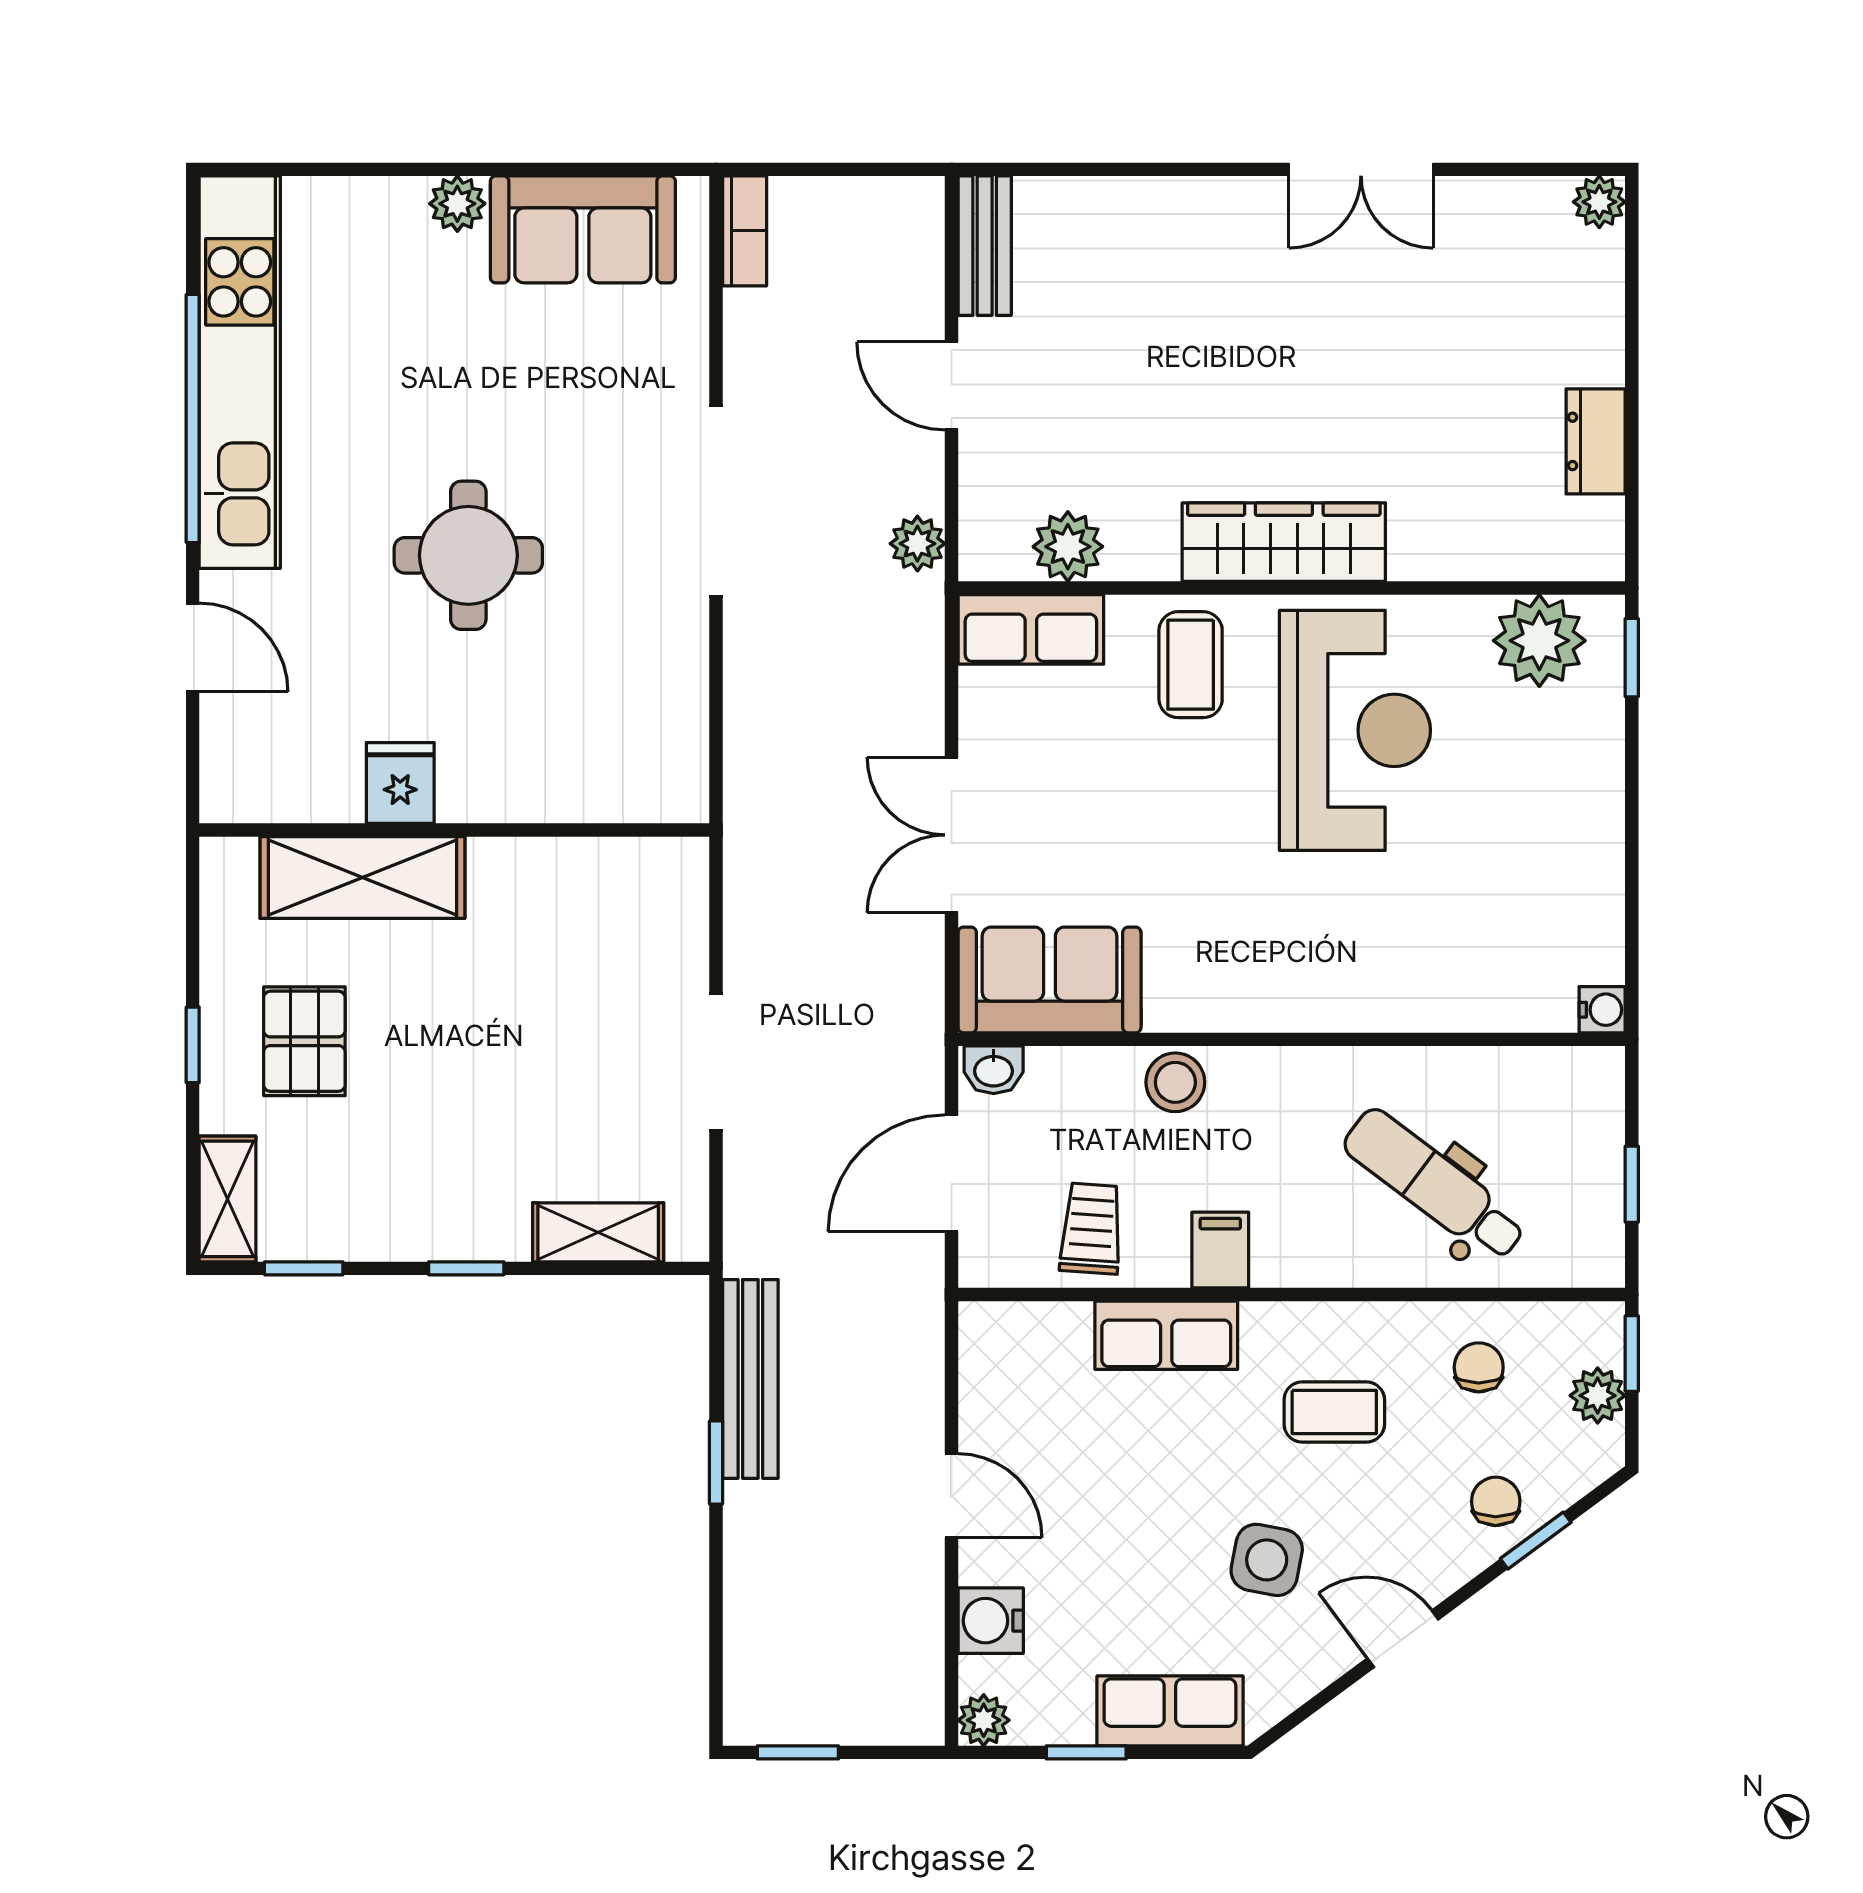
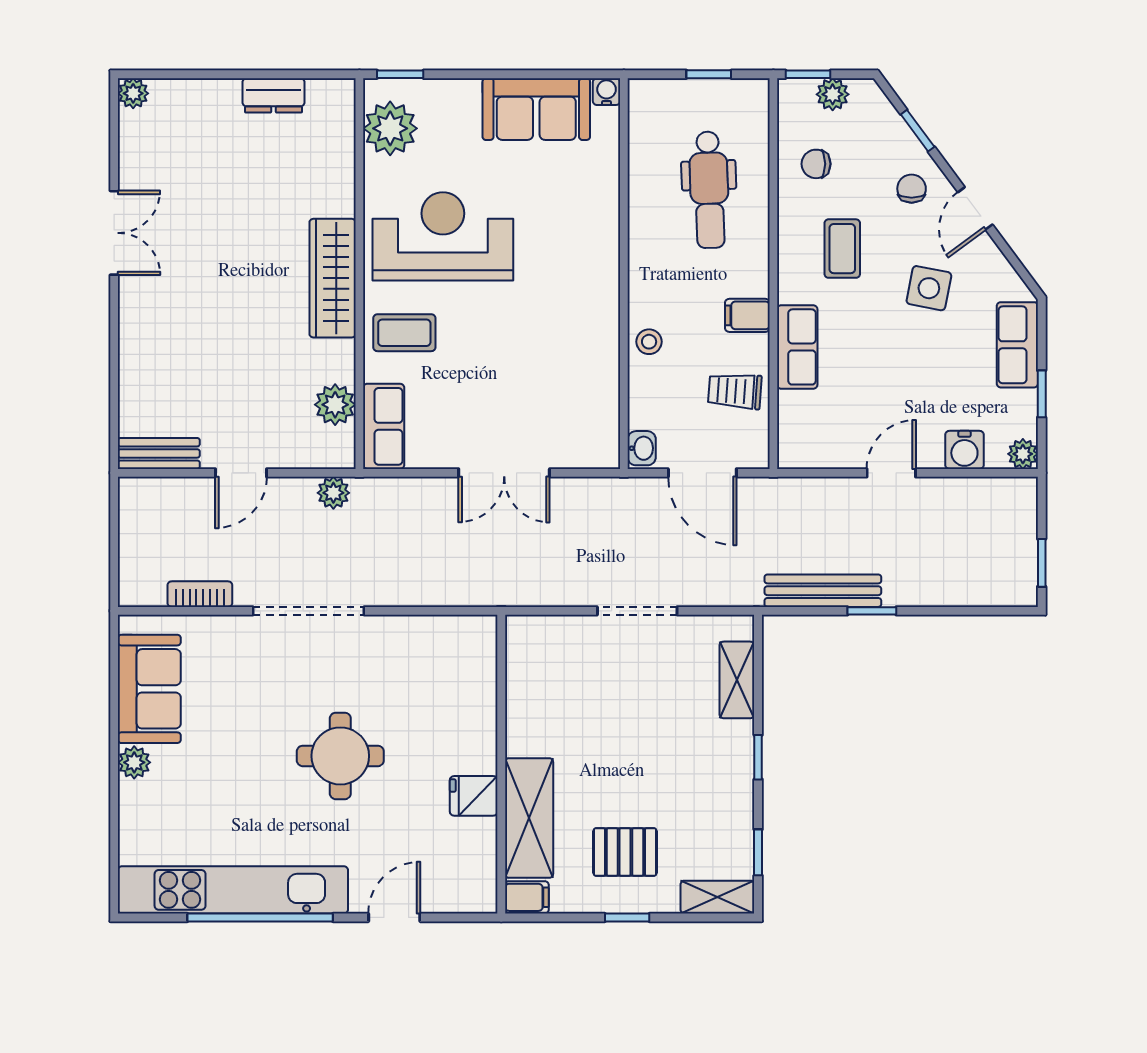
bookcase: (745, 231) -> (200, 594), moved
filing cabinet: (227, 874) -> (527, 897), added
sofa: (1050, 980) -> (536, 109), moved, turned -90
stool: (1175, 1082) -> (649, 342), width x0.73, depth x0.73
dental chair: (1435, 1185) -> (709, 190), turned -39
chair: (1496, 1501) -> (912, 189), moved, turned 90

